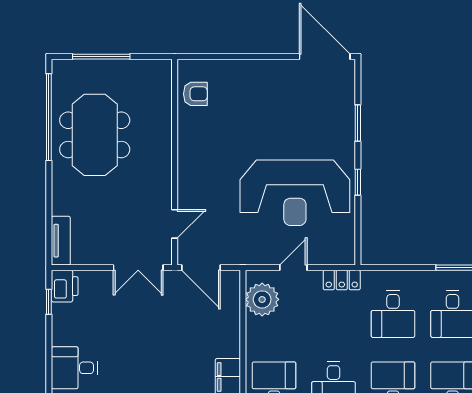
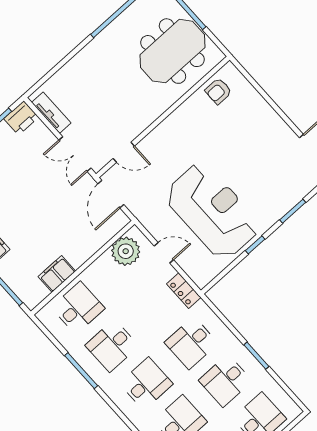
armchair: (195, 94) -> (218, 91), turned 90
meeting table: (95, 135) -> (172, 51), moved
reception desk: (295, 193) -> (212, 211), turned 180
tv unit: (61, 241) -> (51, 113), moved, turned -90

